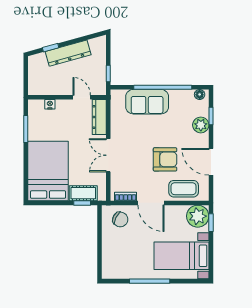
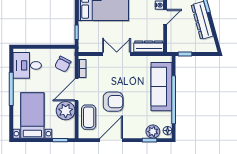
door: (82, 97) -> (165, 17), moved
sofa: (147, 102) -> (161, 87), width x1.36
plant: (201, 125) -> (153, 132), moved
armchair: (165, 159) -> (113, 102), turned -90
cot: (83, 193) -> (85, 33), removed
plant: (198, 216) -> (66, 111), moved
desk: (122, 262) -> (27, 65), added

